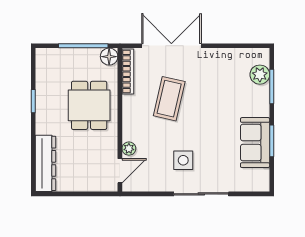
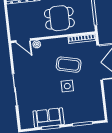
floor lamp: (109, 57) -> (89, 27), removed
plant: (260, 75) -> (89, 116), removed
side table: (183, 160) -> (67, 86), moved

